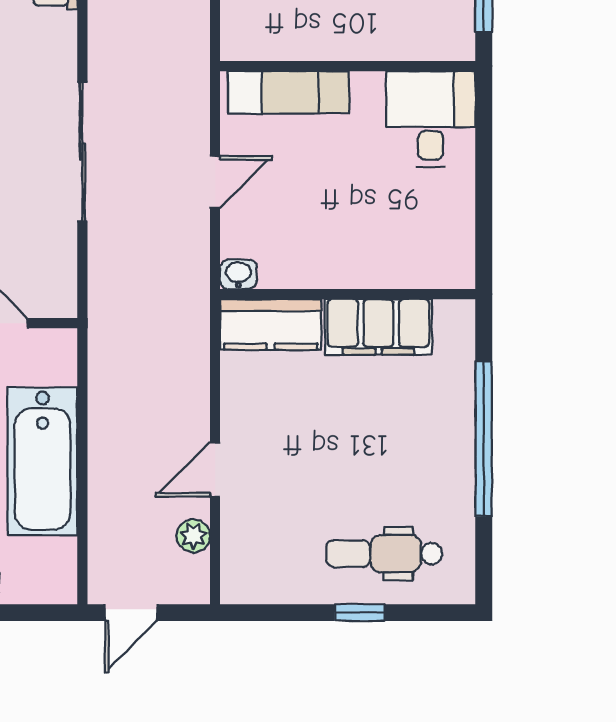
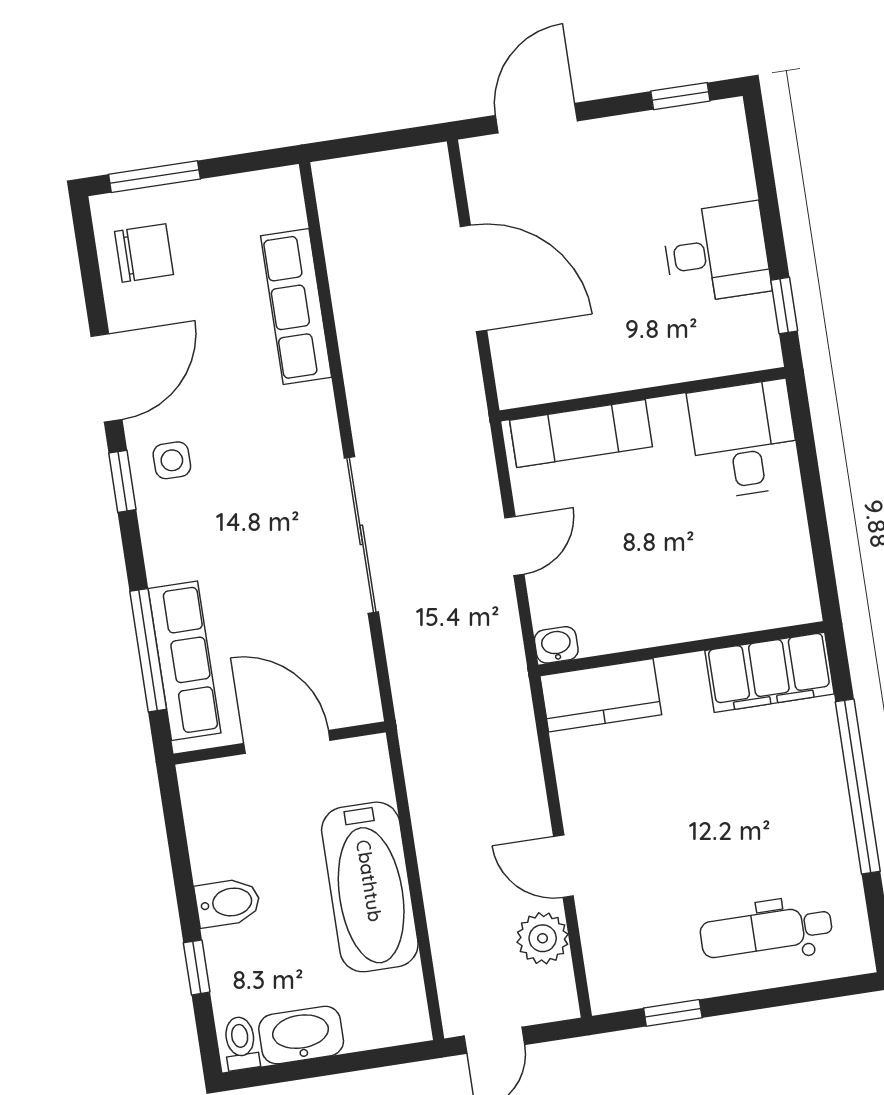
filing cabinet: (378, 327) -> (770, 672), moved
door: (215, 469) -> (563, 866), hinge flipped
plant: (193, 536) -> (543, 938), width x1.38, depth x1.38
window: (360, 613) -> (673, 1013), moved

